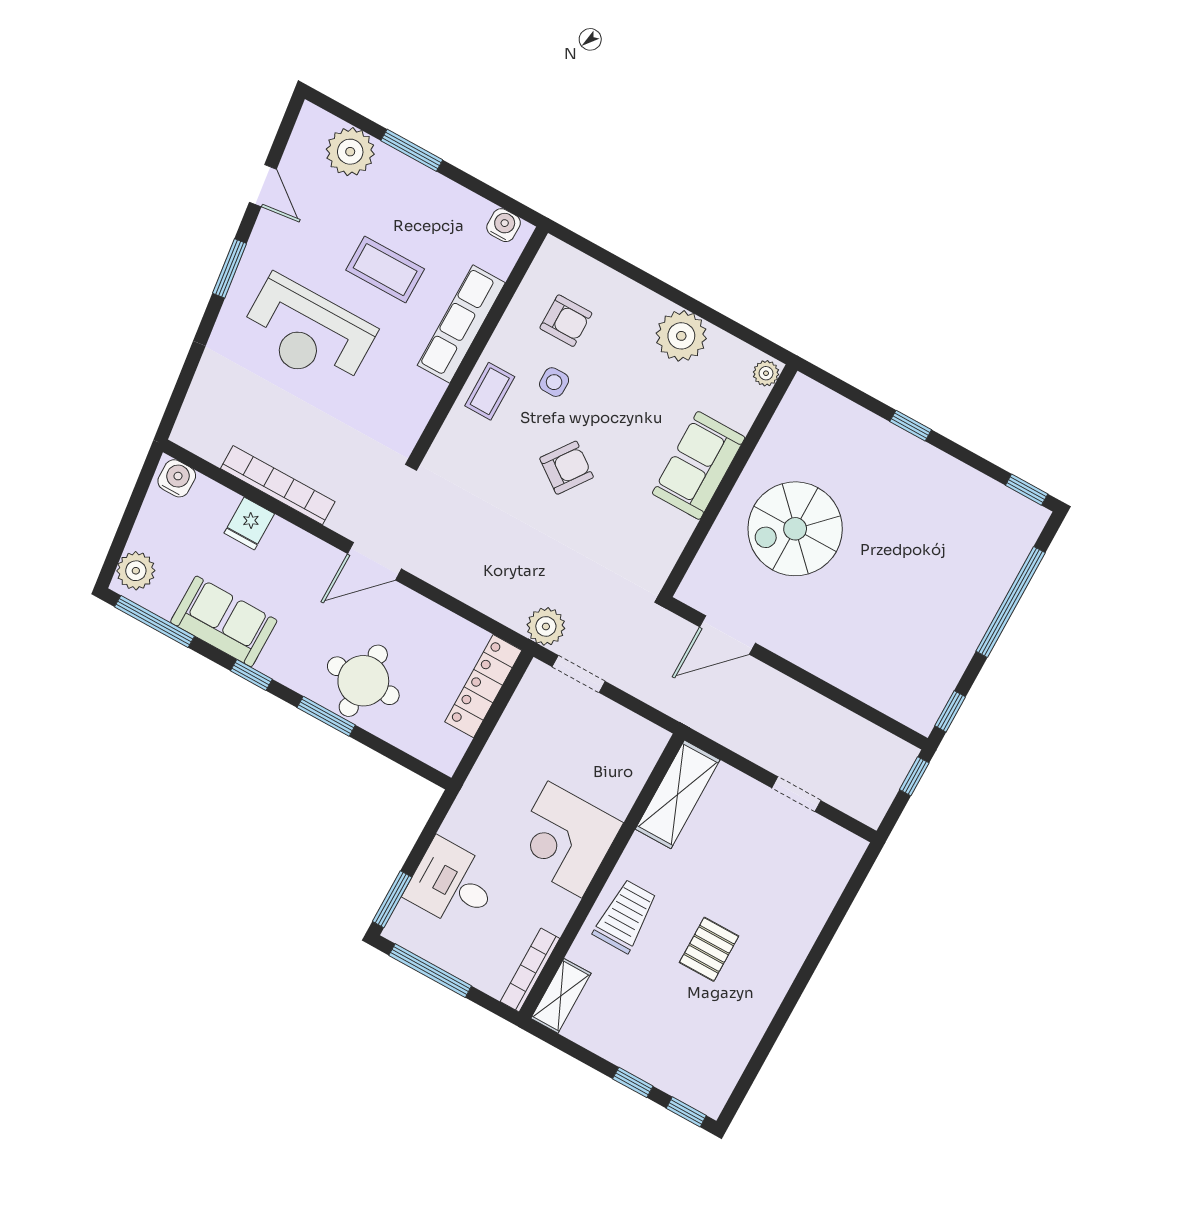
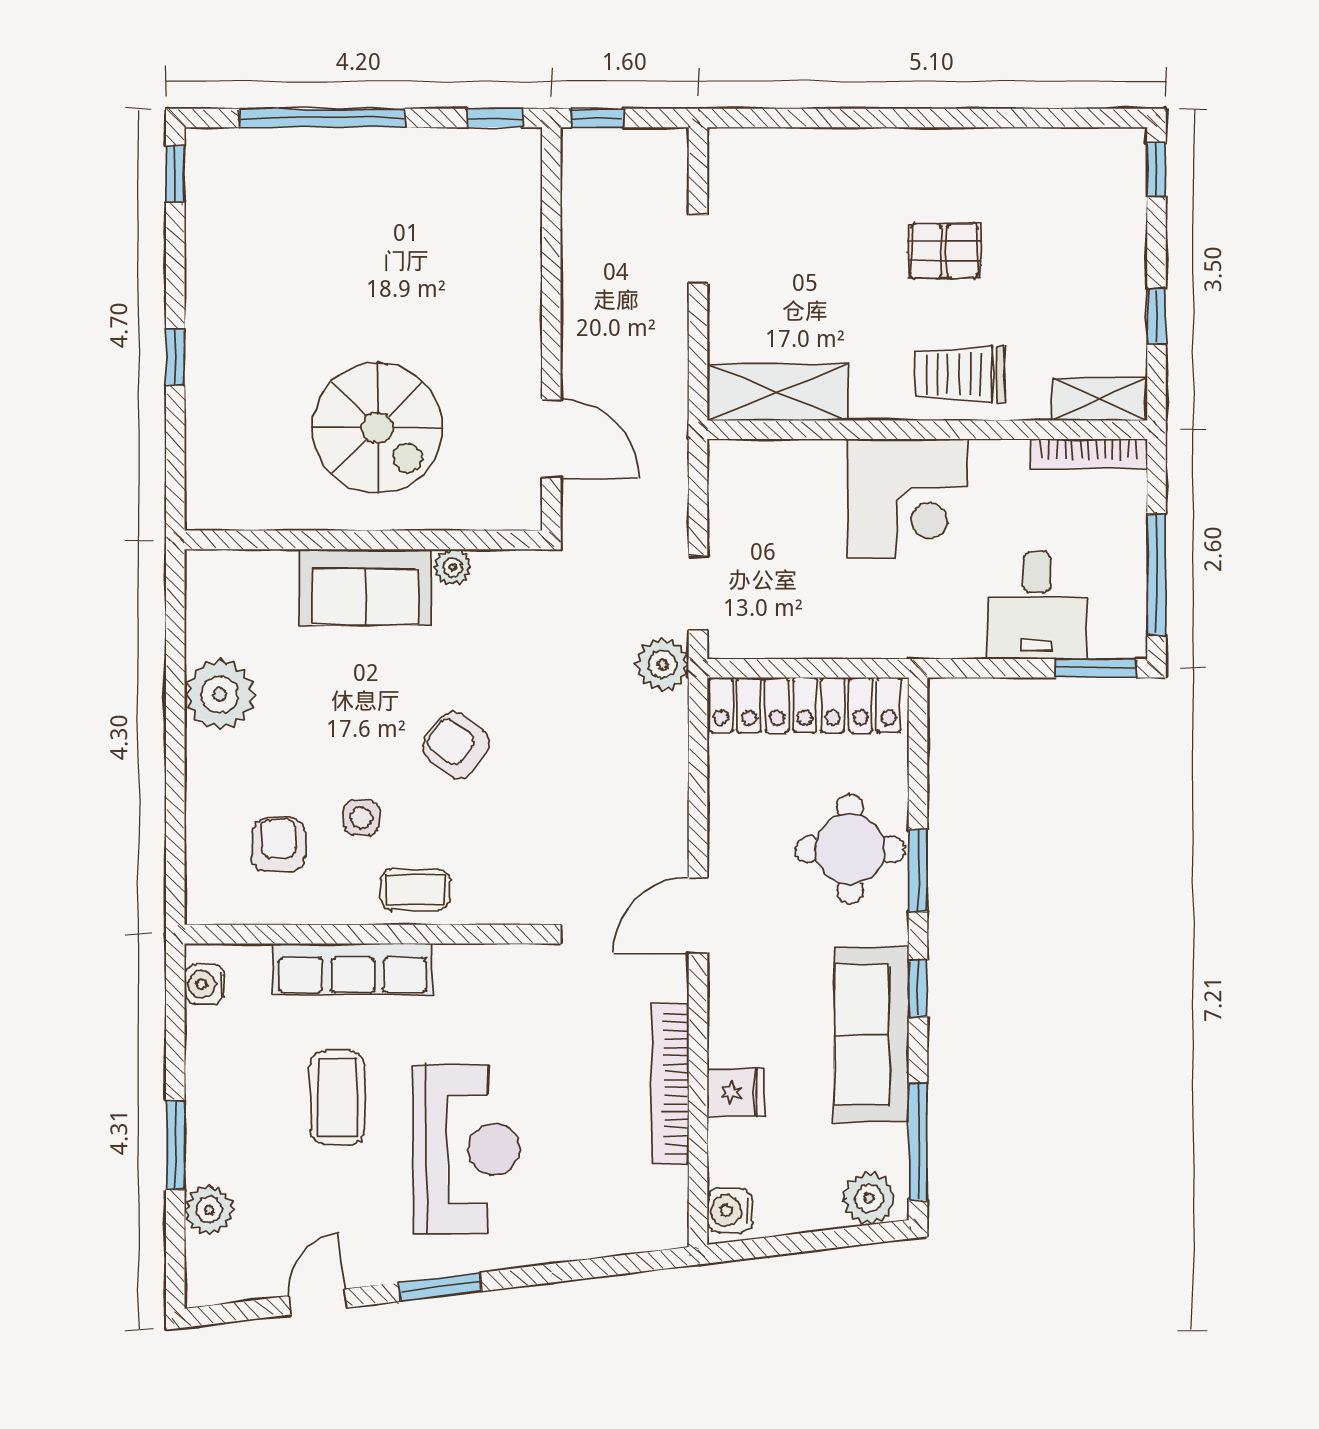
plant: (350, 152) -> (209, 1210), width x0.73, depth x0.73
plant: (766, 373) -> (453, 567), moved
door: (374, 561) -> (698, 916), swing flipped
sofa: (224, 621) -> (872, 1035), width x1.36
locker: (483, 686) -> (805, 705), width x1.41, depth x1.21
window: (633, 1082) -> (1156, 317), moved

